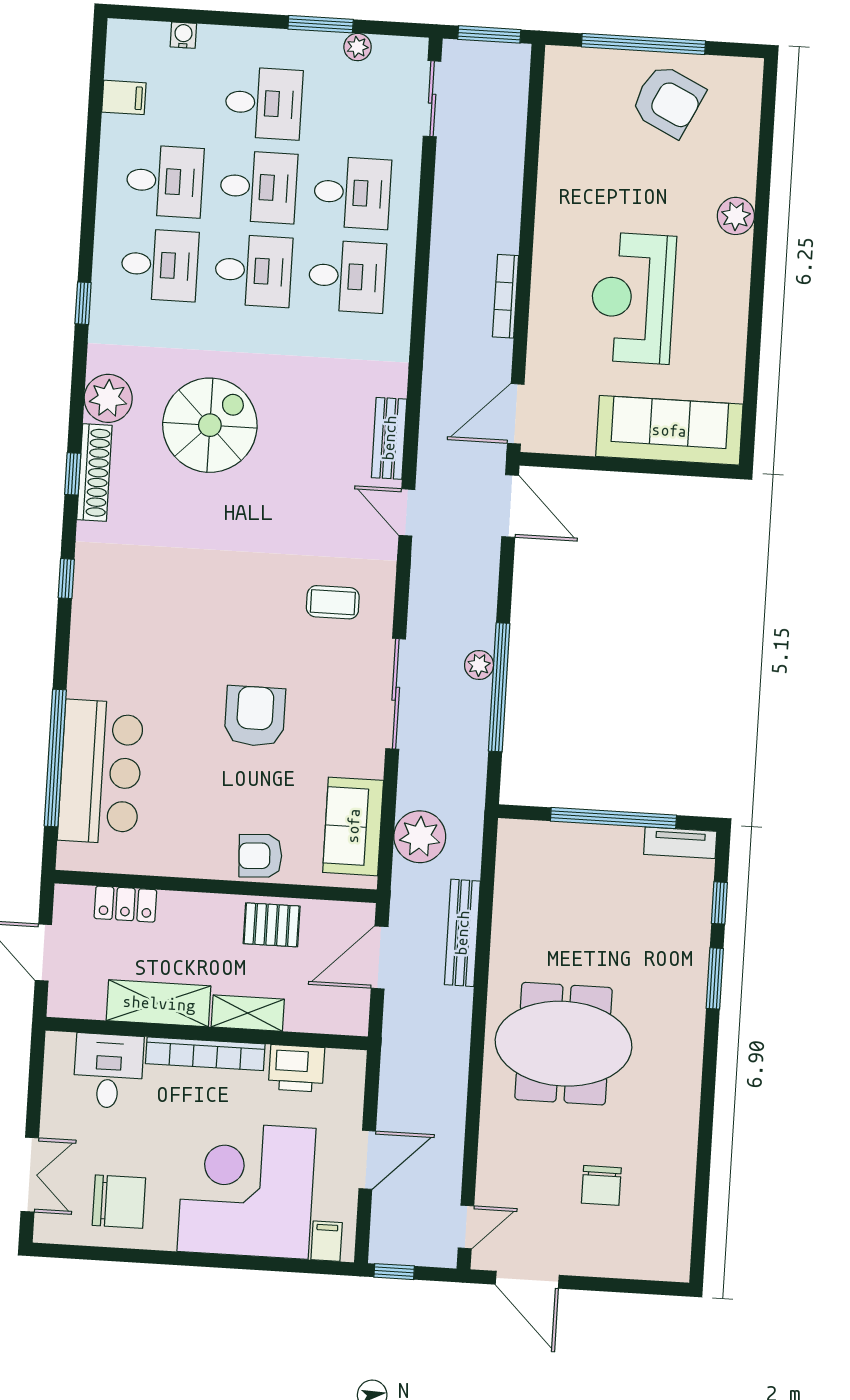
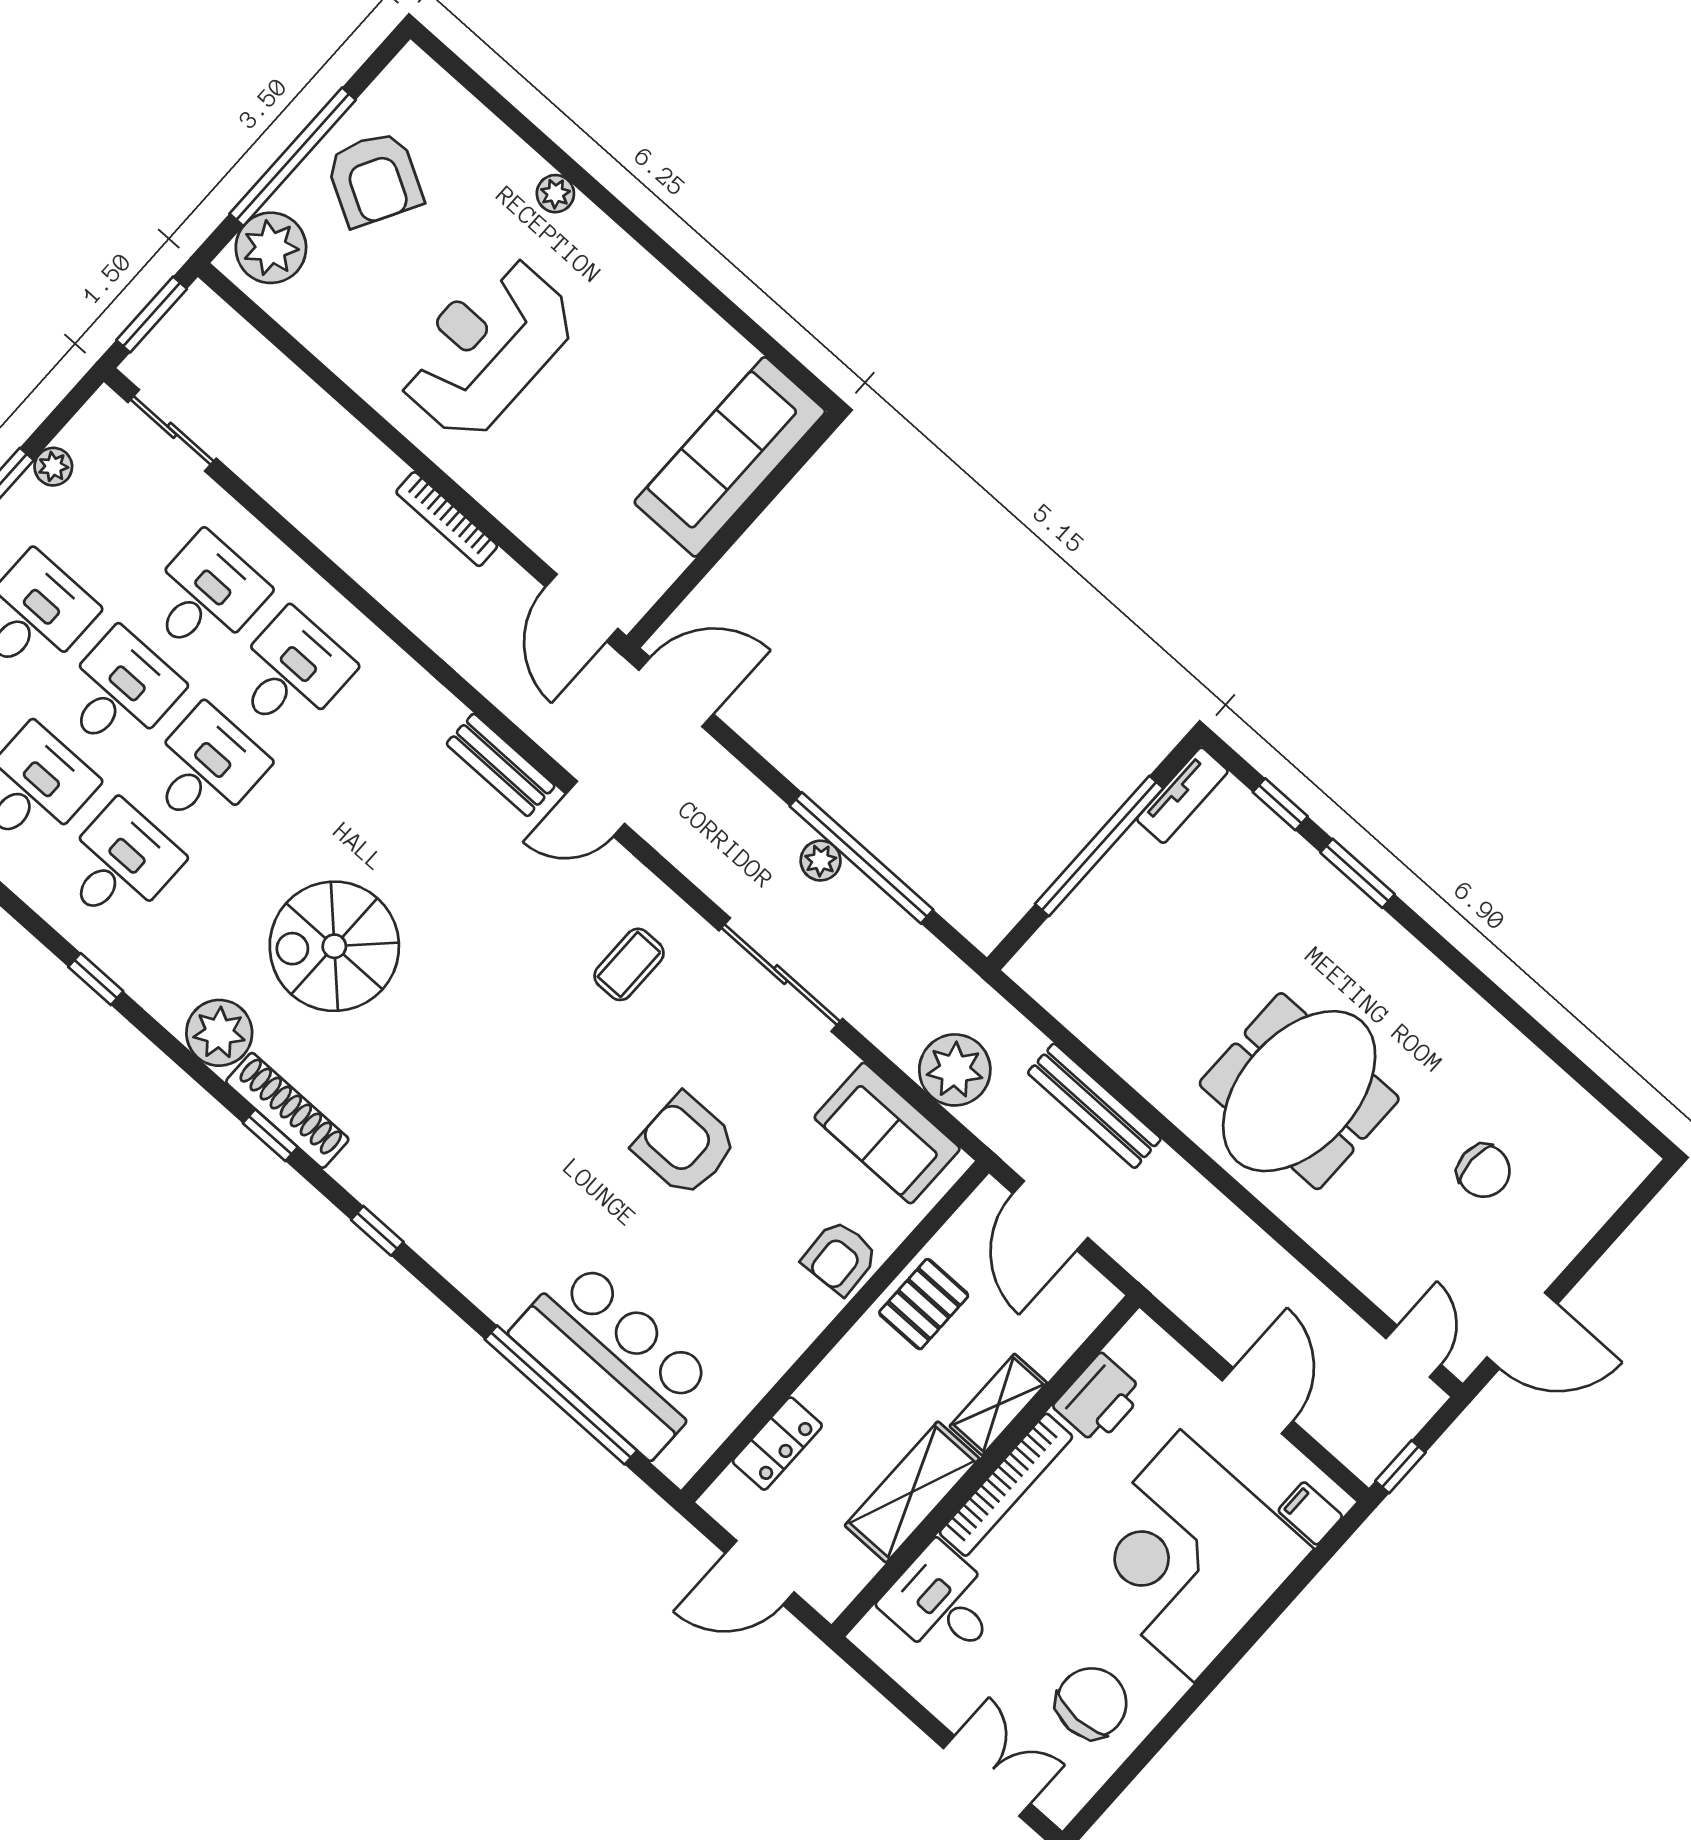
plant: (581, 73) -> (271, 248), added
armchair: (668, 101) -> (374, 179), turned 93
plant: (736, 216) -> (555, 194), width x0.73, depth x0.73
reception desk: (633, 298) -> (486, 347), moved, turned 90
spiral stairs: (210, 425) -> (334, 946), turned -90

